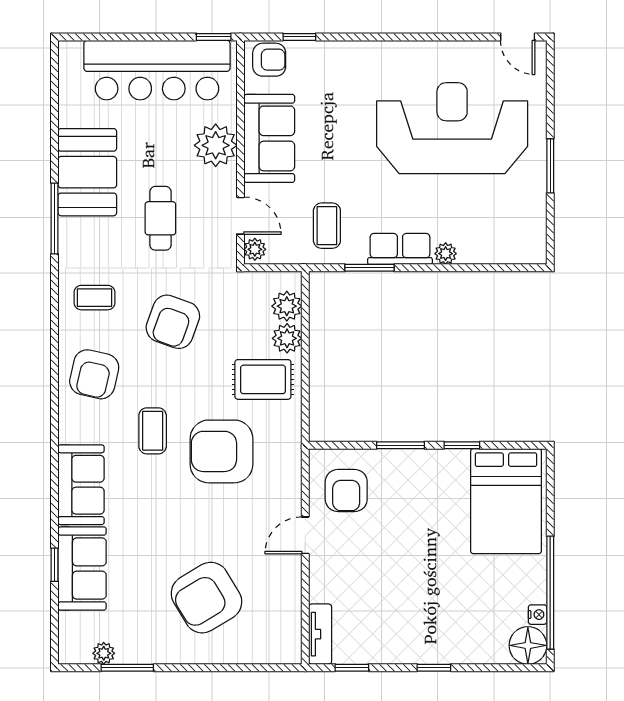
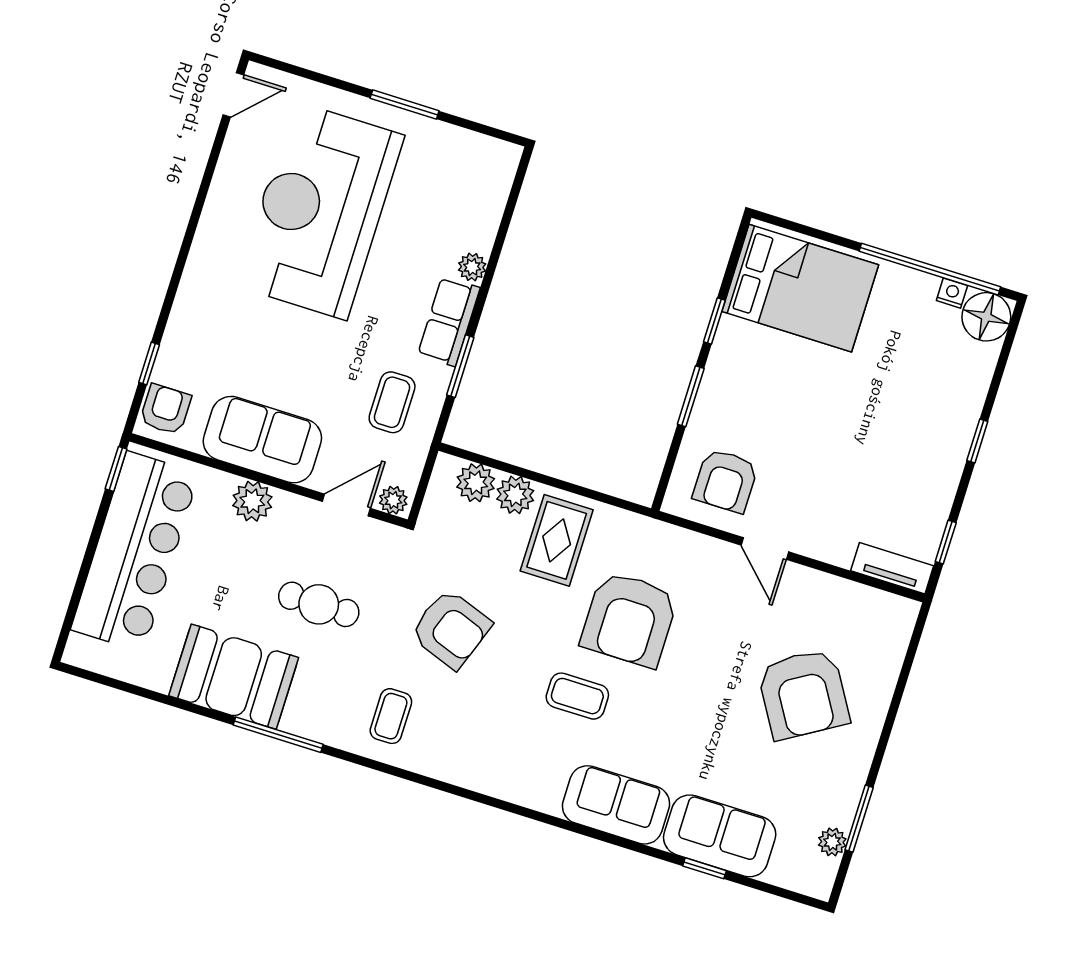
plant: (216, 145) -> (252, 501), width x0.73, depth x0.73
coffee table: (327, 226) -> (392, 402), turned 90
armchair: (94, 374) -> (485, 746), removed
armchair: (346, 490) -> (725, 481), turned 90

